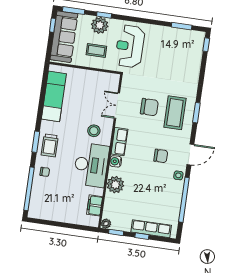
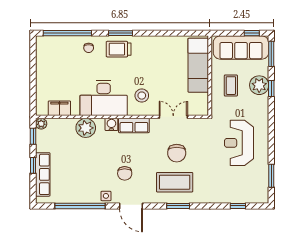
window: (206, 45) -> (238, 206), moved
reception desk: (130, 46) -> (239, 143), moved, turned -90
exam couch: (54, 96) -> (198, 65), moved, turned 90

